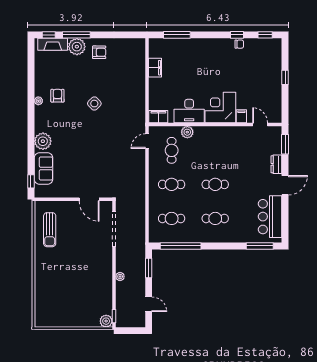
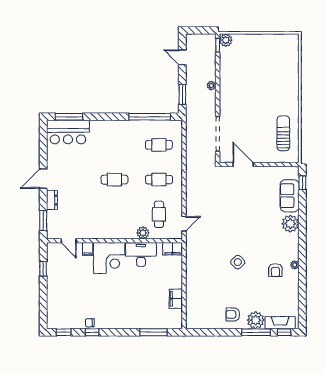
window: (285, 77) -> (43, 269), moved
bar counter: (270, 217) -> (68, 132), moved, turned 90
cafe table: (215, 218) -> (114, 145), removed

